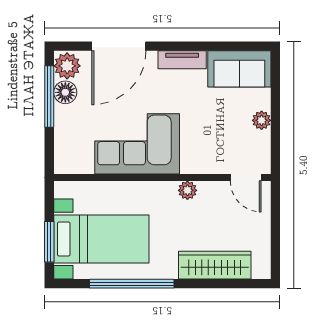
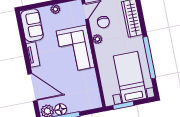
corner sofa: (137, 144) -> (75, 49), moved
chair: (218, 208) -> (103, 22), added
window: (49, 242) -> (123, 105), moved

